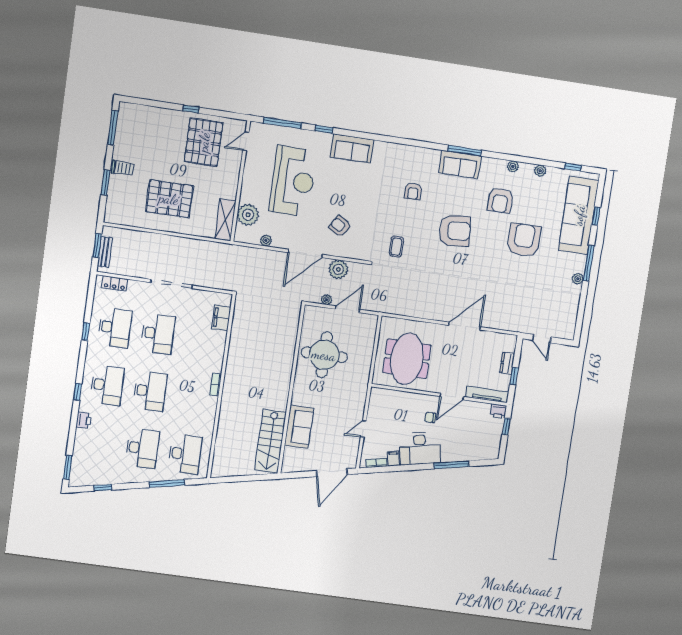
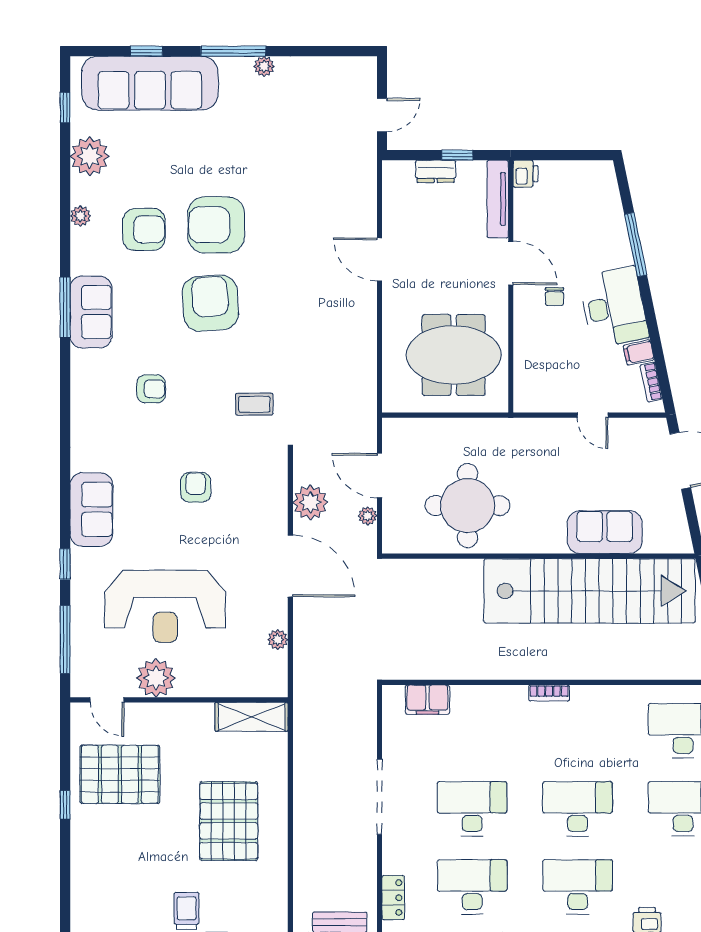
plant: (540, 171) -> (90, 156), width x1.88, depth x1.88
reception desk: (293, 181) -> (165, 606), turned 180
plant: (248, 215) -> (156, 678), moved
armchair: (340, 226) -> (196, 487), moved, turned 149
armchair: (524, 240) -> (216, 225), moved
door: (464, 326) -> (380, 259), width x0.73
window: (506, 427) -> (552, 155), removed
stairs: (270, 441) -> (589, 591), width x1.86, depth x1.51

